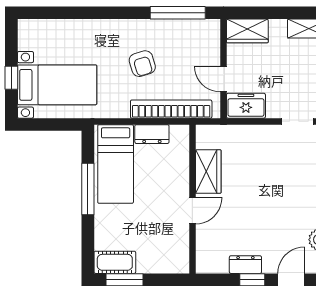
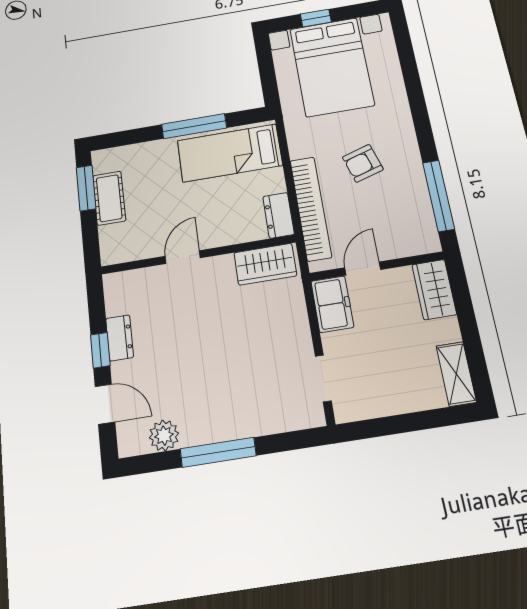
bed with nightstands: (57, 85) -> (332, 67), width x1.36
dresser: (152, 134) -> (279, 215), moved
wardrobe: (208, 172) -> (265, 264), moved
door: (192, 211) -> (183, 257), swing flipped
cot: (115, 262) -> (109, 198), moved

